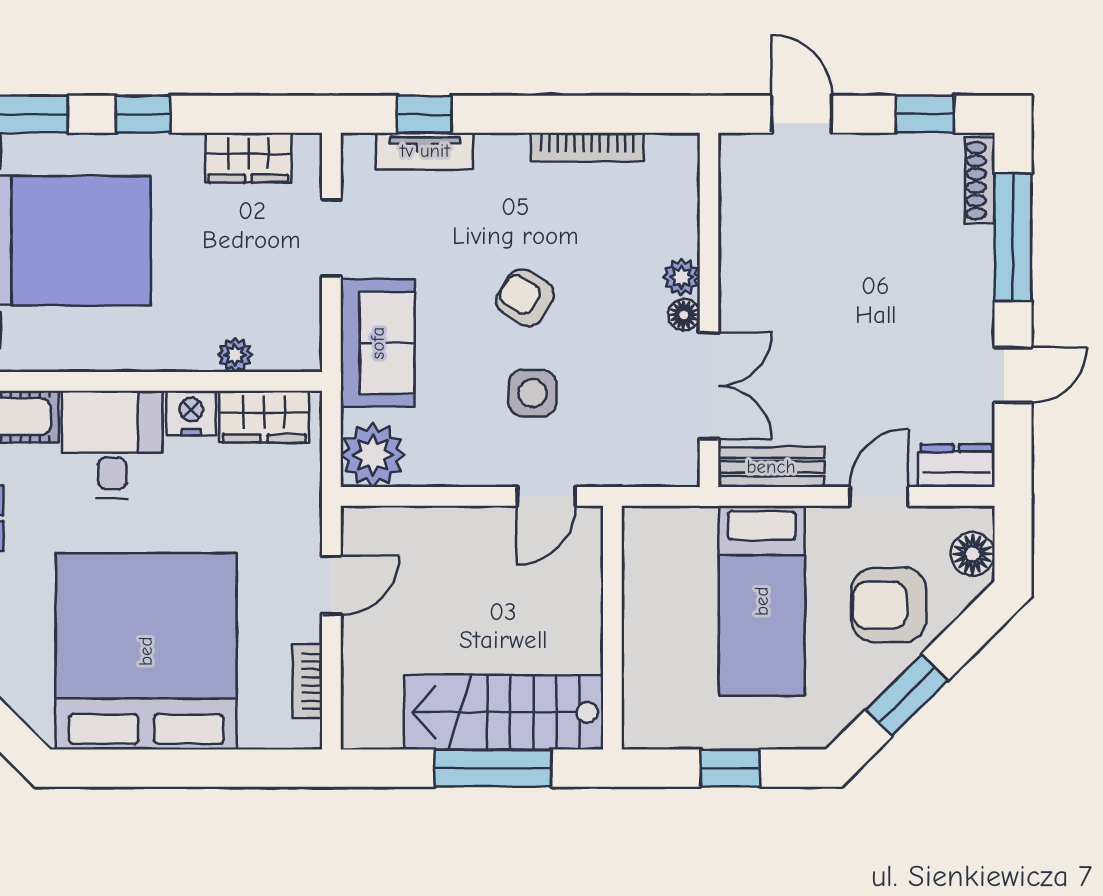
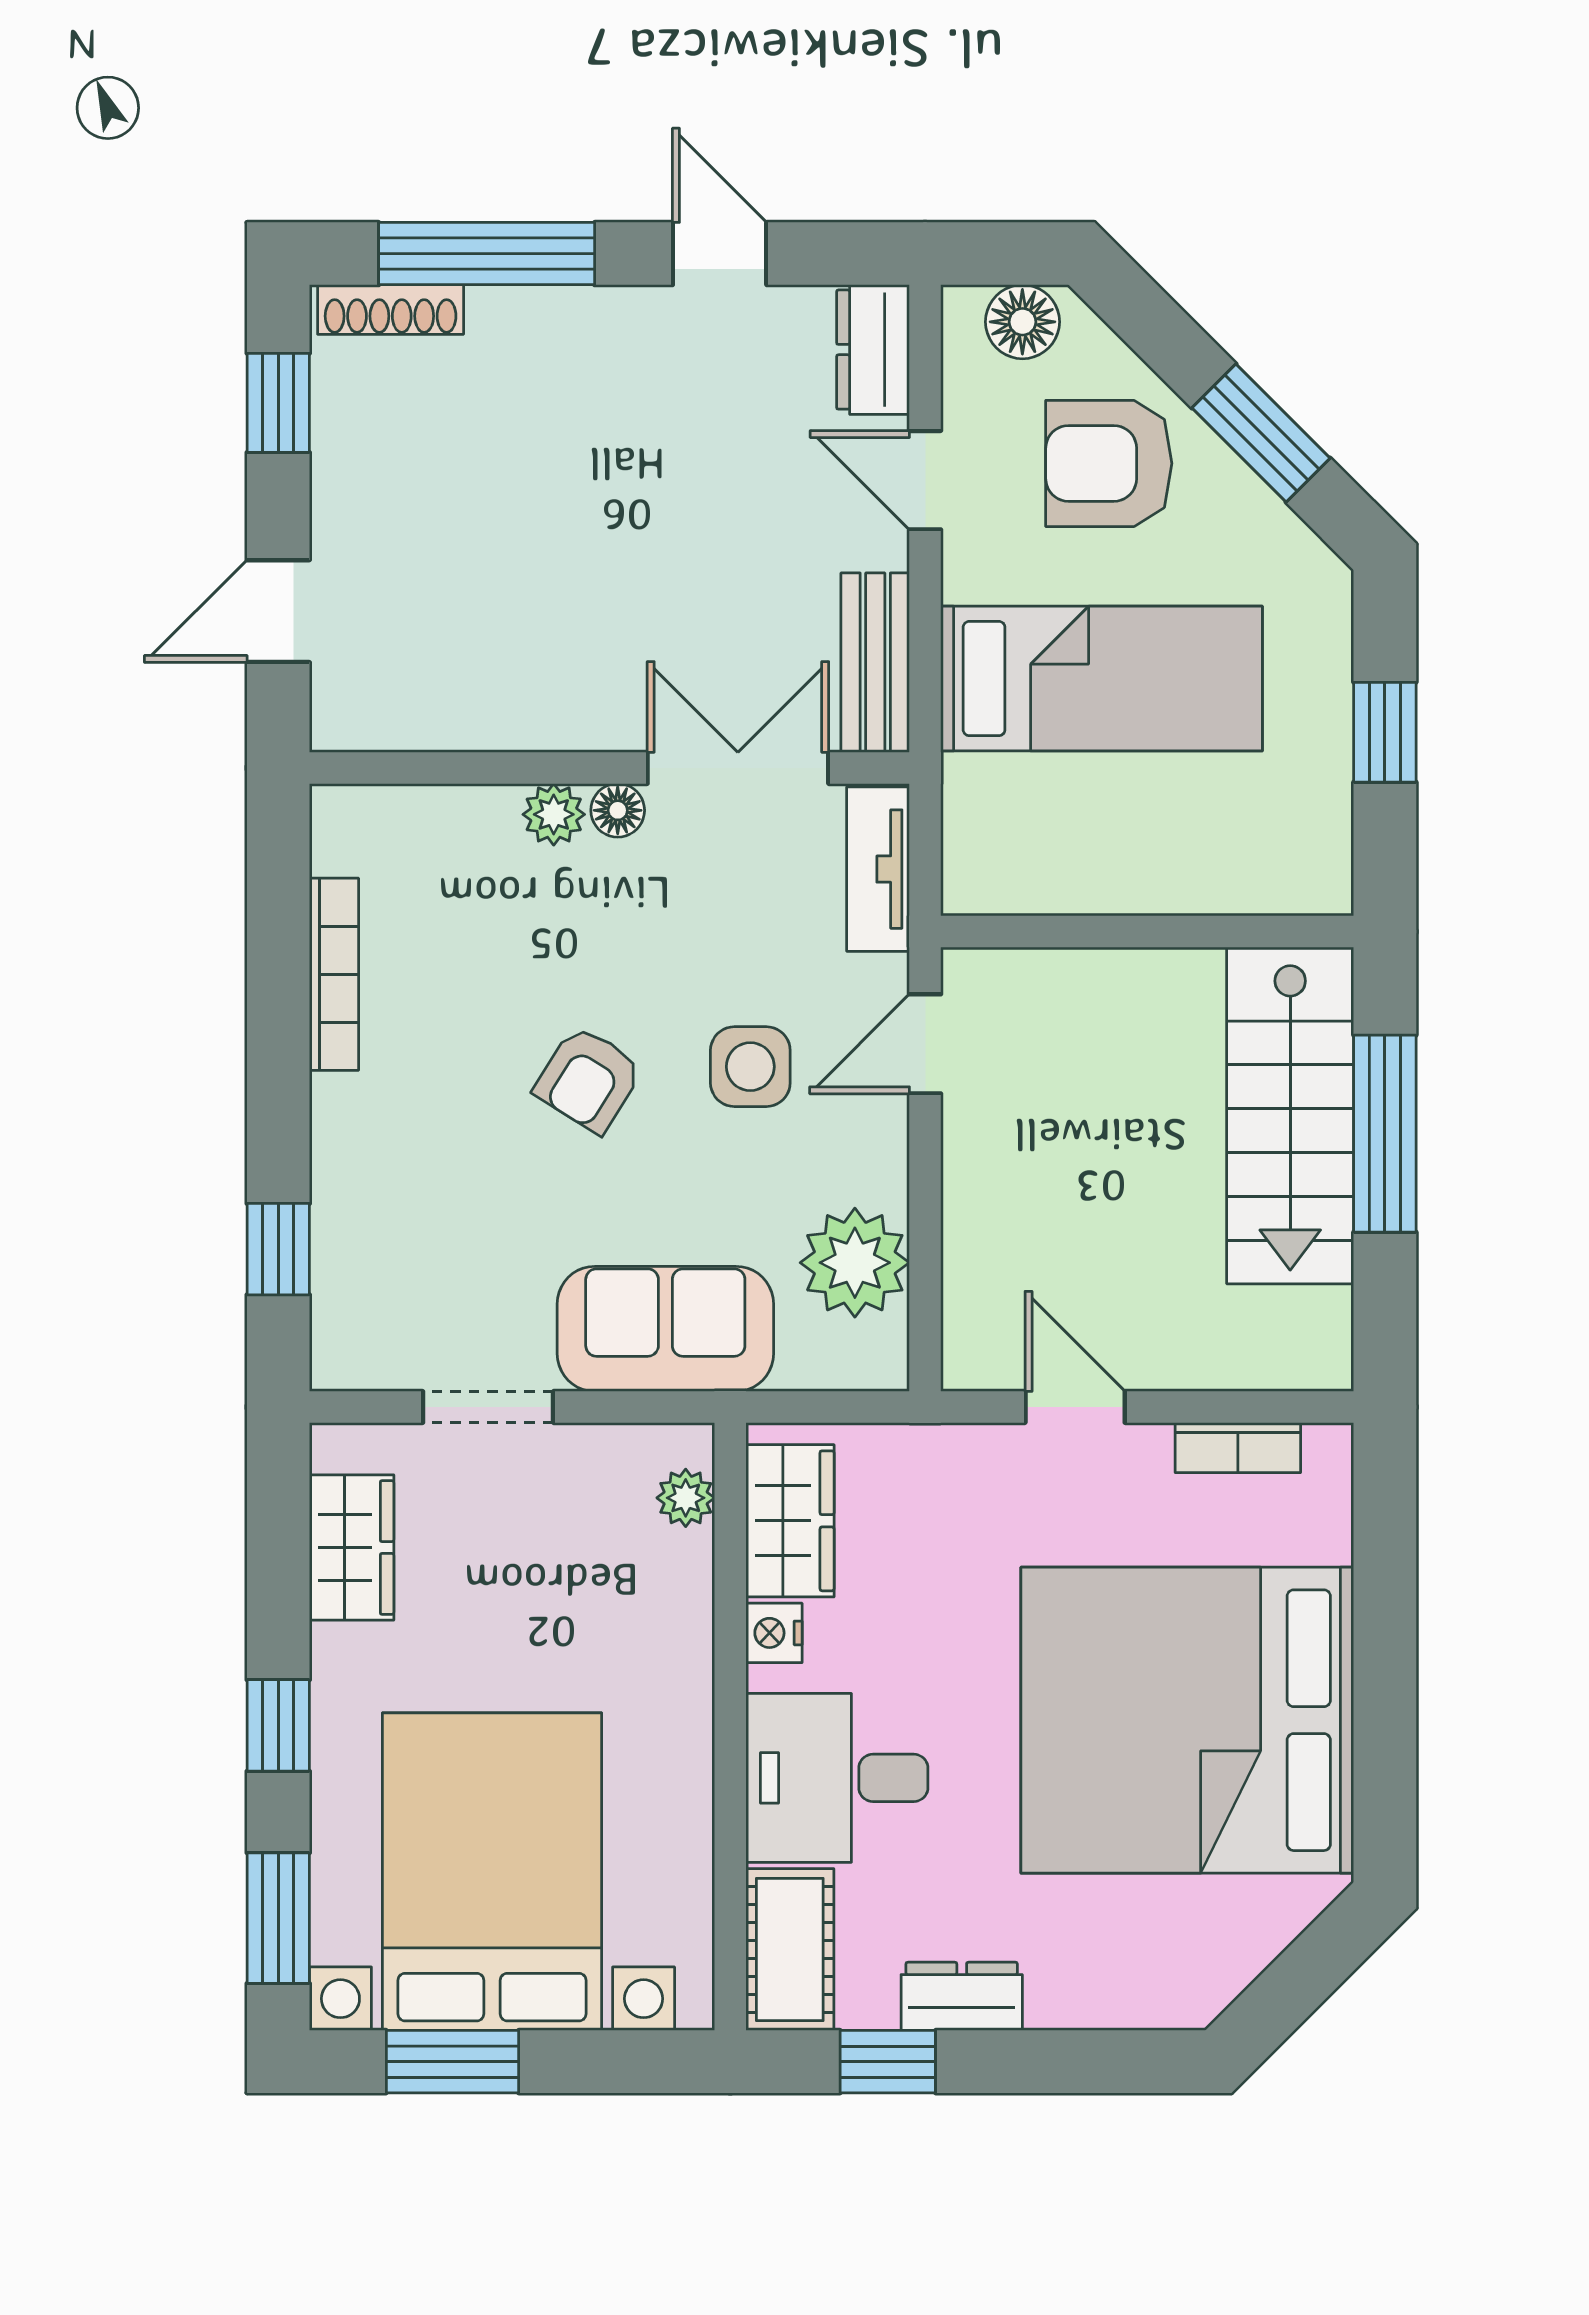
tv unit: (425, 151) -> (878, 869), moved, turned 180
plant: (235, 355) -> (686, 1498), moved
nightstand: (191, 413) -> (774, 1633), width x0.72, depth x0.74
plant: (373, 455) -> (855, 1263), moved
door: (546, 496) -> (925, 1044), swing flipped
armchair: (889, 605) -> (1109, 463), turned 90

